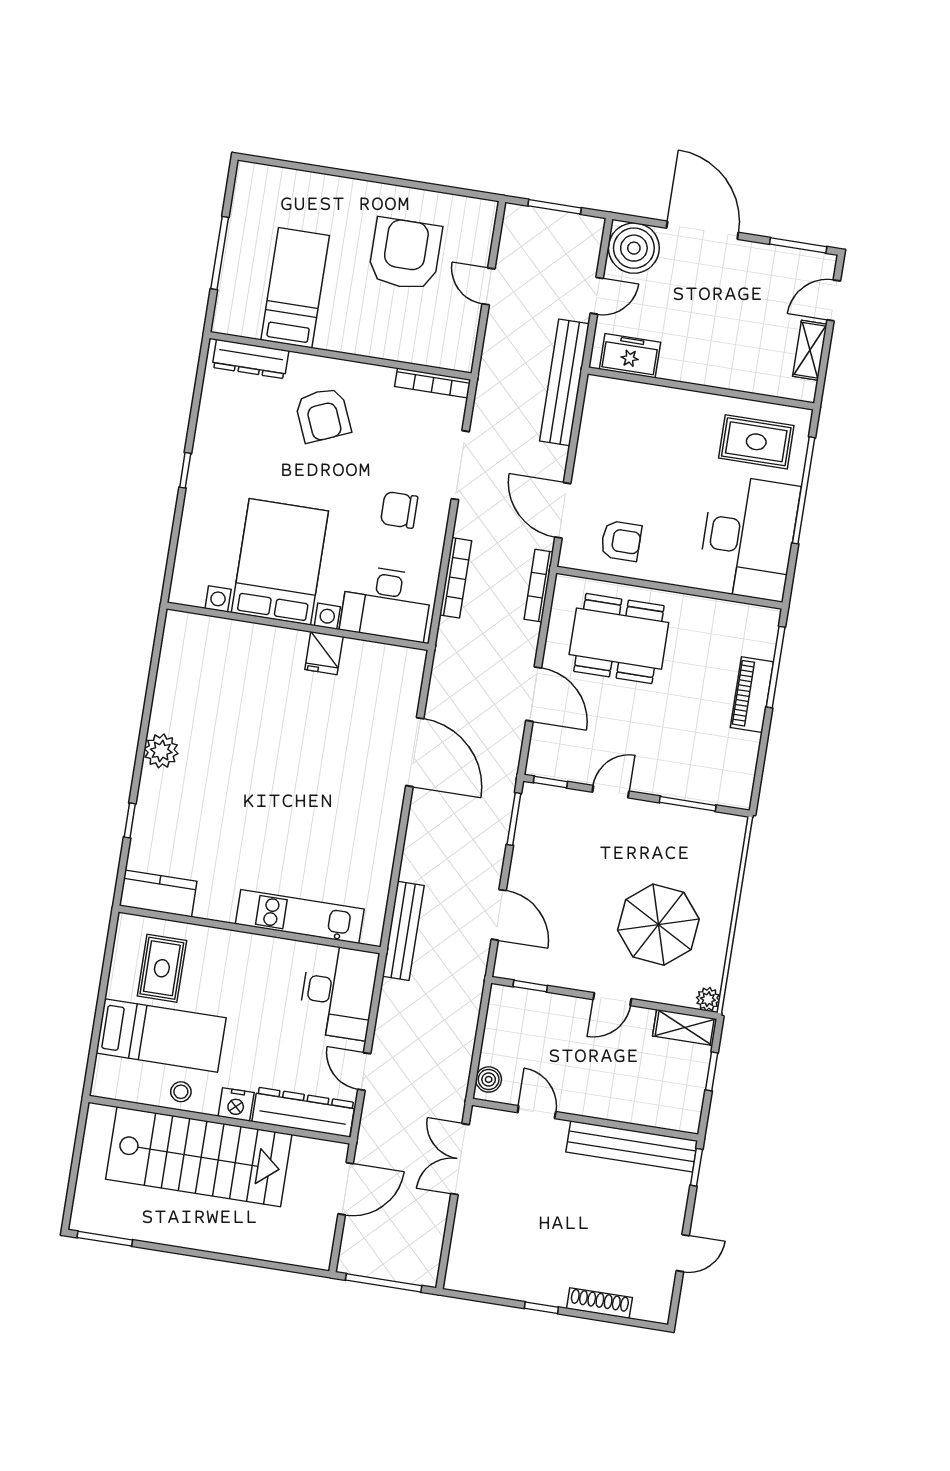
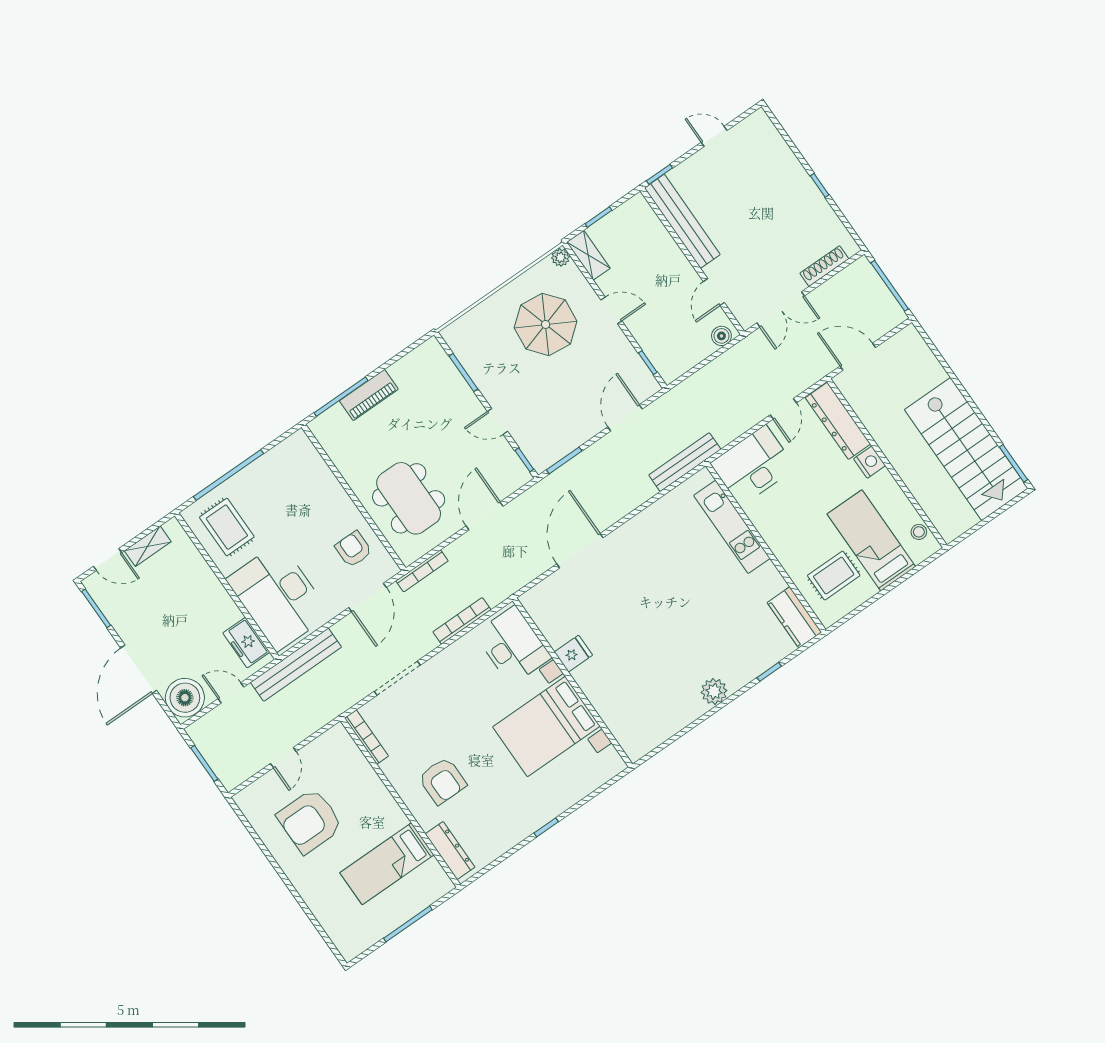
armchair: (323, 415) -> (442, 781), turned 113
chair: (399, 510) -> (454, 688), removed
desk: (749, 538) -> (278, 597), moved, turned -90
stool: (181, 1092) -> (919, 532), moved
stairs: (199, 1157) -> (966, 449), moved, turned 180
shoe rack: (599, 1303) -> (824, 266), moved, turned 90

